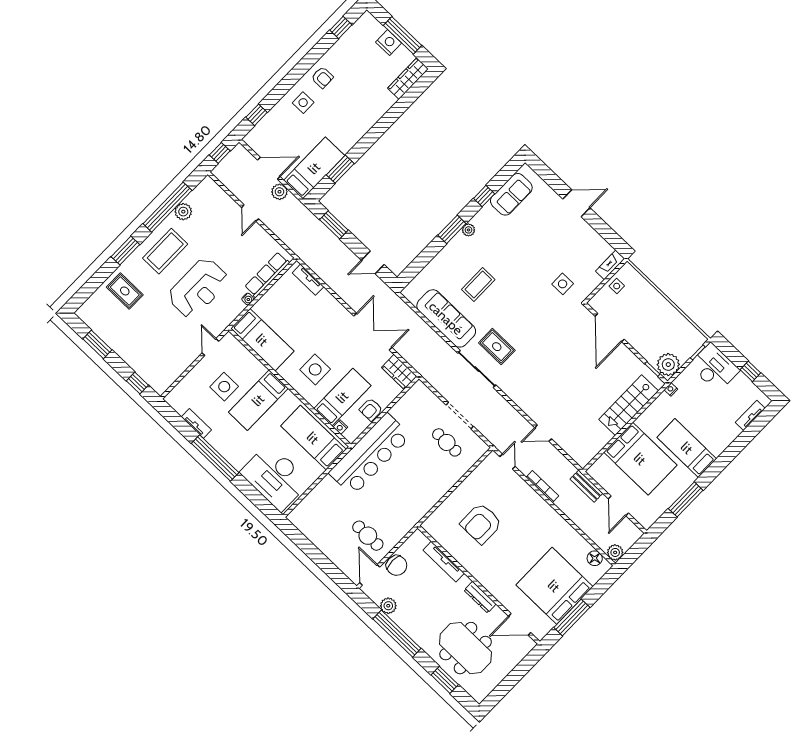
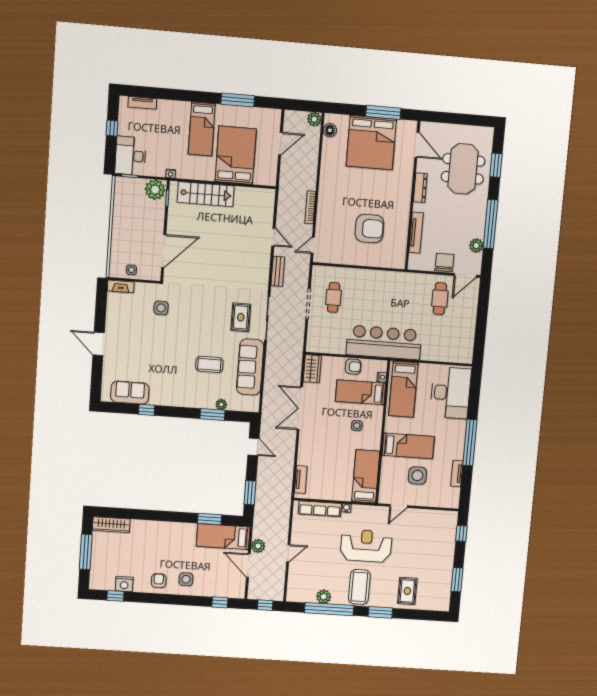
nightstand: (389, 43) -> (124, 584), moved, turned -90
window: (452, 229) -> (212, 414), moved
plant: (469, 230) -> (221, 404), moved
coffee table: (165, 251) -> (359, 587), turned 90
side table: (315, 369) -> (357, 426), width x0.54, depth x0.54
bench: (586, 486) -> (278, 271), moved

